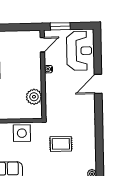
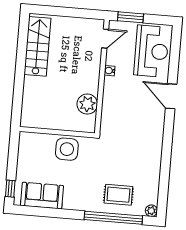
door: (98, 84) -> (171, 96), hinge flipped
rug: (61, 144) -> (118, 195), moved

